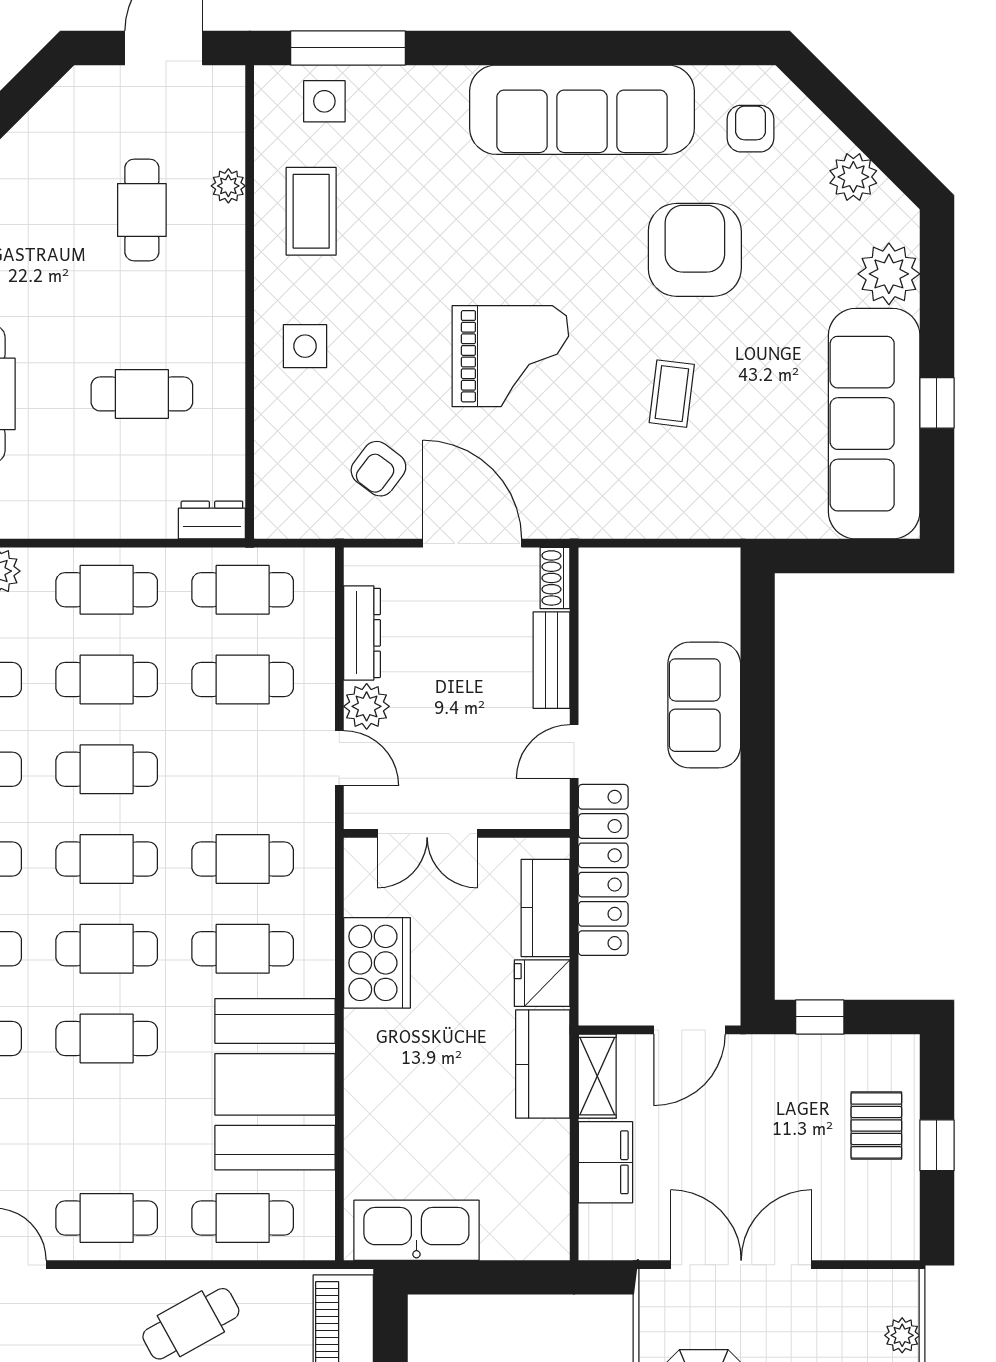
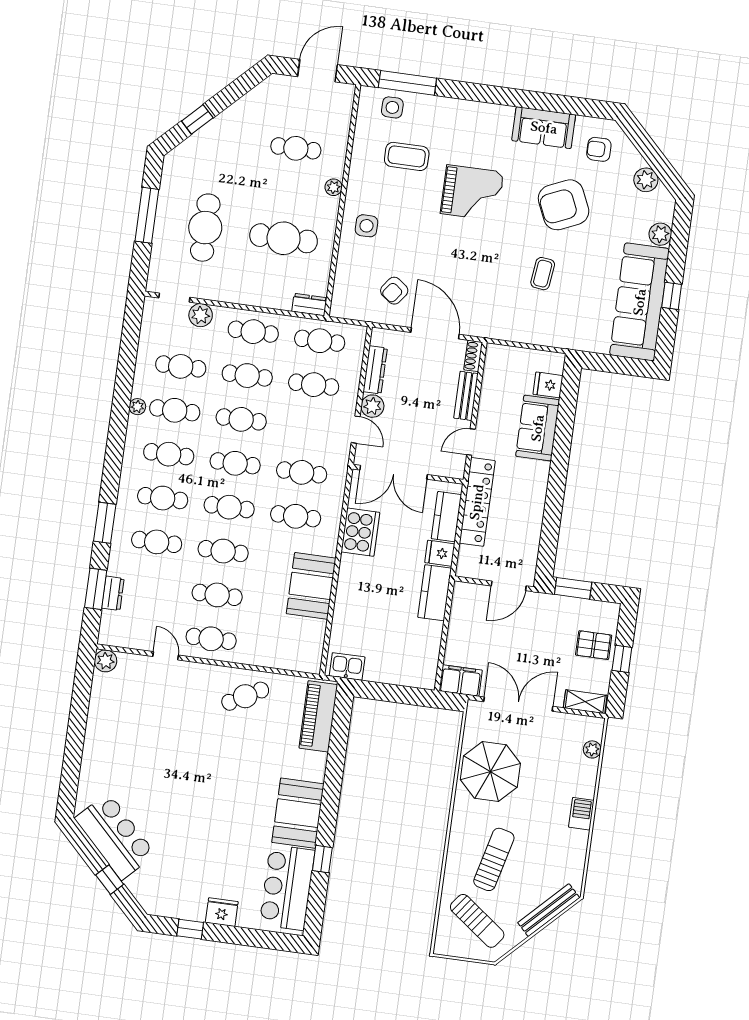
sofa: (582, 110) -> (544, 128), width x0.54, depth x0.79
armchair: (751, 129) -> (599, 149), turned -90
plant: (228, 186) -> (334, 187), moved
cafe table: (142, 210) -> (296, 148), turned 90
coffee table: (311, 211) -> (407, 156), moved, turned 90
armchair: (695, 250) -> (564, 205), turned -114
plant: (889, 274) -> (660, 234), width x0.73, depth x0.73
grand piano: (510, 356) -> (472, 193), moved
cafe table: (142, 394) -> (284, 238), width x1.37, depth x1.35
fridge: (713, 616) -> (548, 385), added
double door: (427, 833) -> (394, 472), width x1.37
window: (820, 1017) -> (573, 588), width x1.50
shelving: (597, 1076) -> (585, 702), moved, turned 90
booth: (275, 1084) -> (311, 586), width x0.73, depth x0.70
pallet: (876, 1125) -> (594, 645), turned 90
filing cabinet: (605, 1162) -> (461, 681), moved, turned -90
cafe table: (243, 1218) -> (217, 595), moved
kitchen sink: (416, 1230) -> (347, 666), width x0.53, depth x0.81

